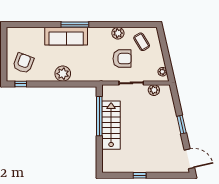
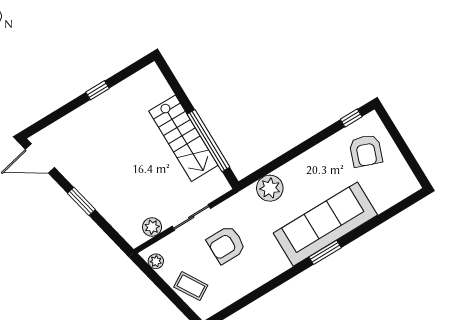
window: (75, 25) -> (325, 252), width x0.69
plant: (118, 33) -> (255, 278), removed
sofa: (66, 36) -> (325, 224), width x1.36, depth x1.27
coffee table: (142, 42) -> (191, 286), moved
plant: (63, 74) -> (270, 188), moved

